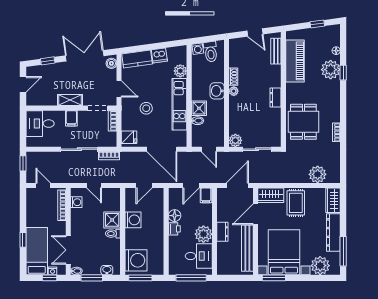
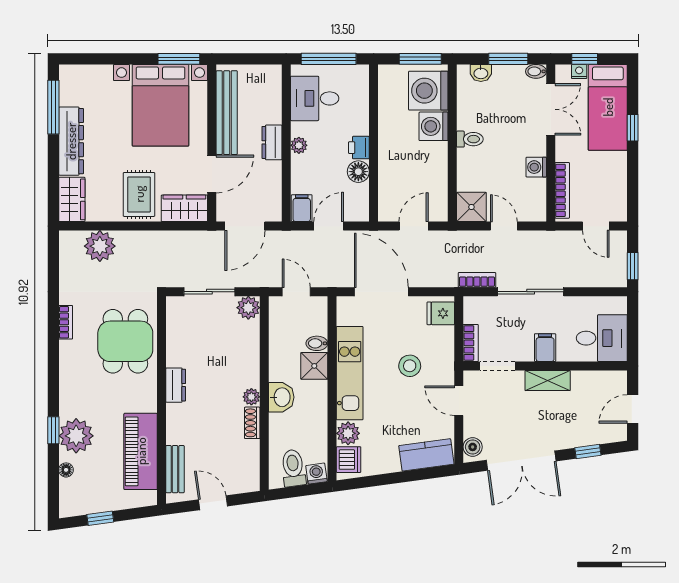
dishwasher: (159, 55) -> (349, 460), moved, turned 98
washing machine: (76, 202) -> (536, 167), moved
shower: (112, 220) -> (471, 207), moved
washing machine: (133, 220) -> (434, 126), moved
plant: (203, 234) -> (299, 145), width x0.53, depth x0.53
plant: (320, 266) -> (95, 81), removed

